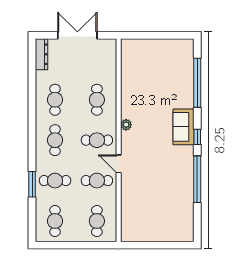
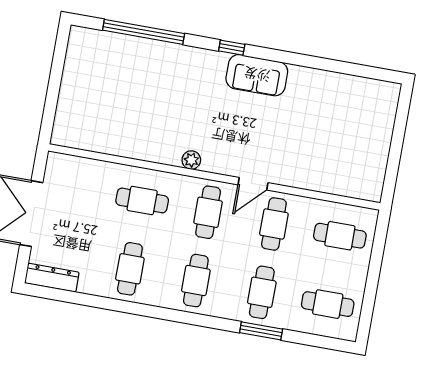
cafe table: (55, 100) -> (130, 269), turned 90
sofa: (184, 127) -> (257, 75), moved
cafe table: (55, 140) -> (196, 281), turned 90
window: (197, 179) -> (301, 60), removed

